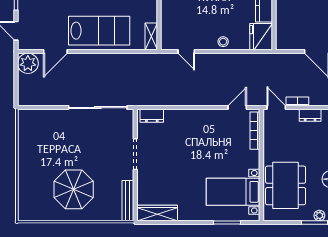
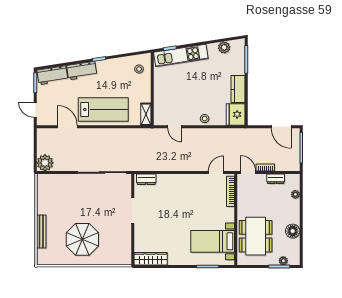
door: (55, 52) -> (67, 127), swing flipped
plant: (28, 63) -> (45, 163), moved
bench: (128, 201) -> (41, 232), moved

